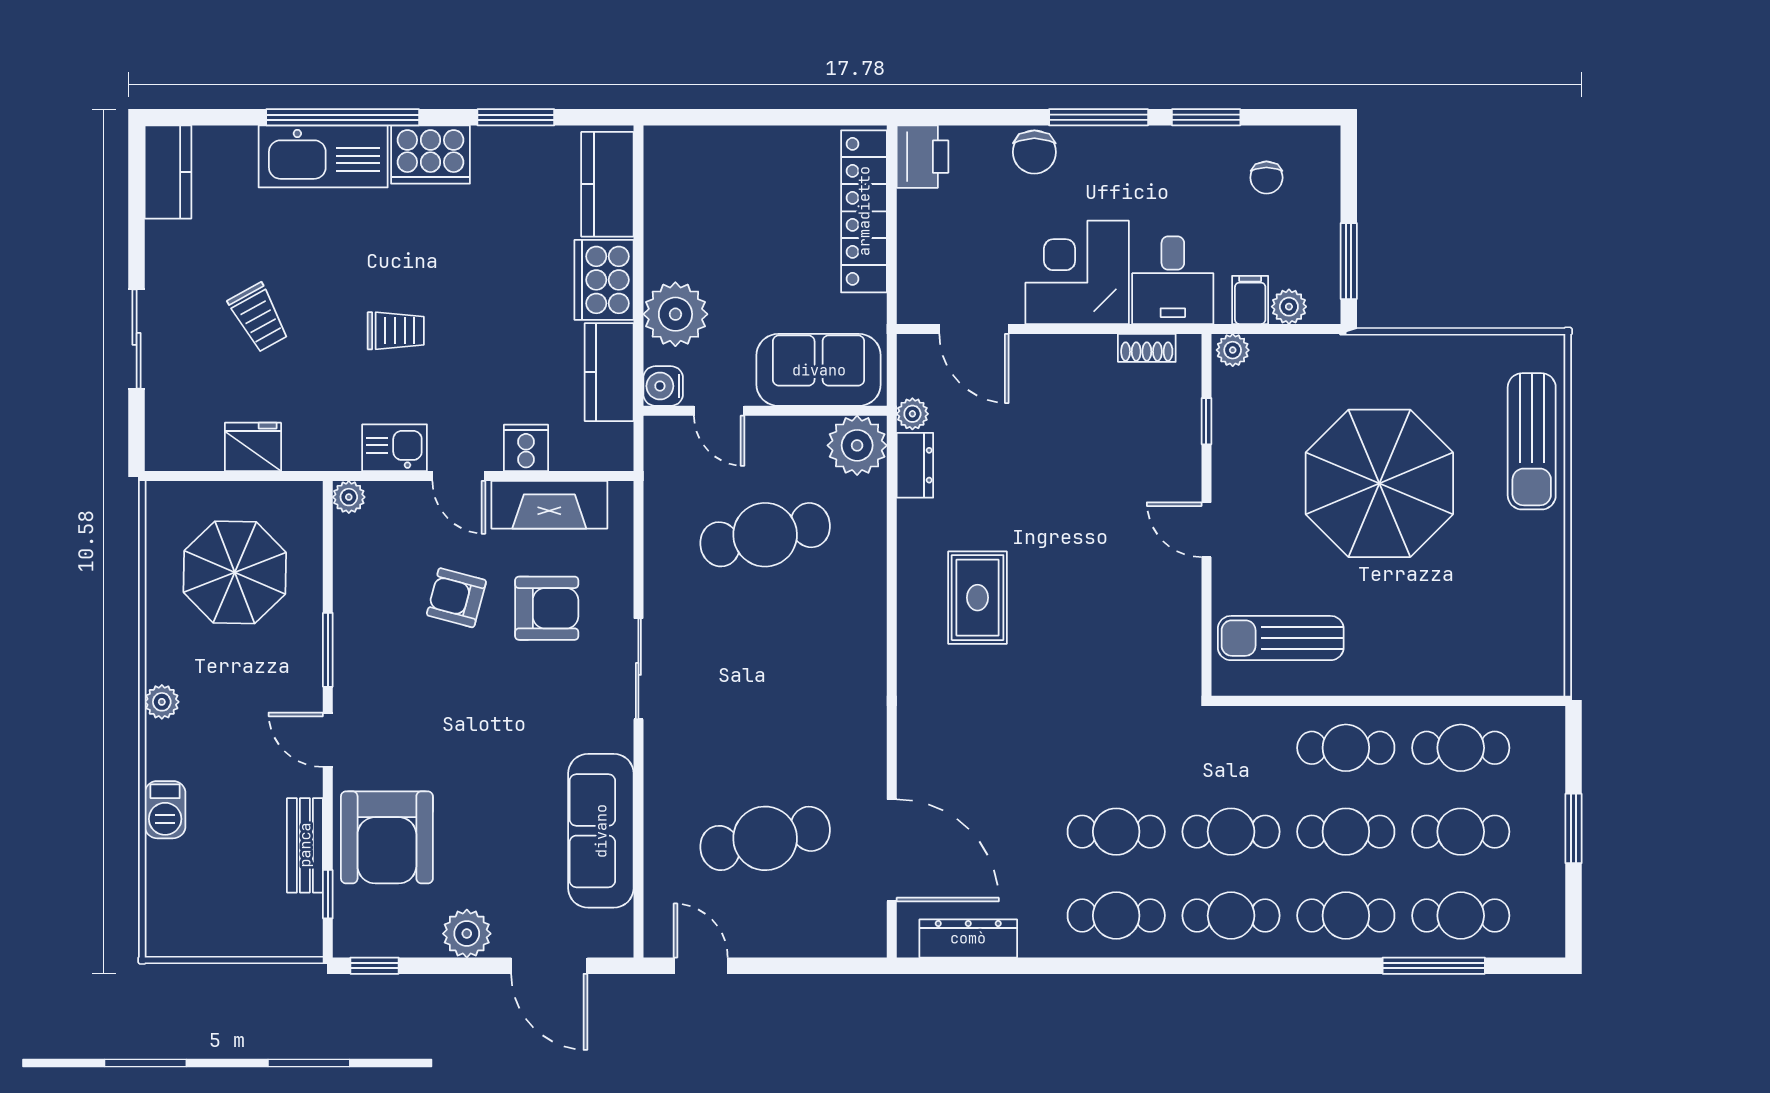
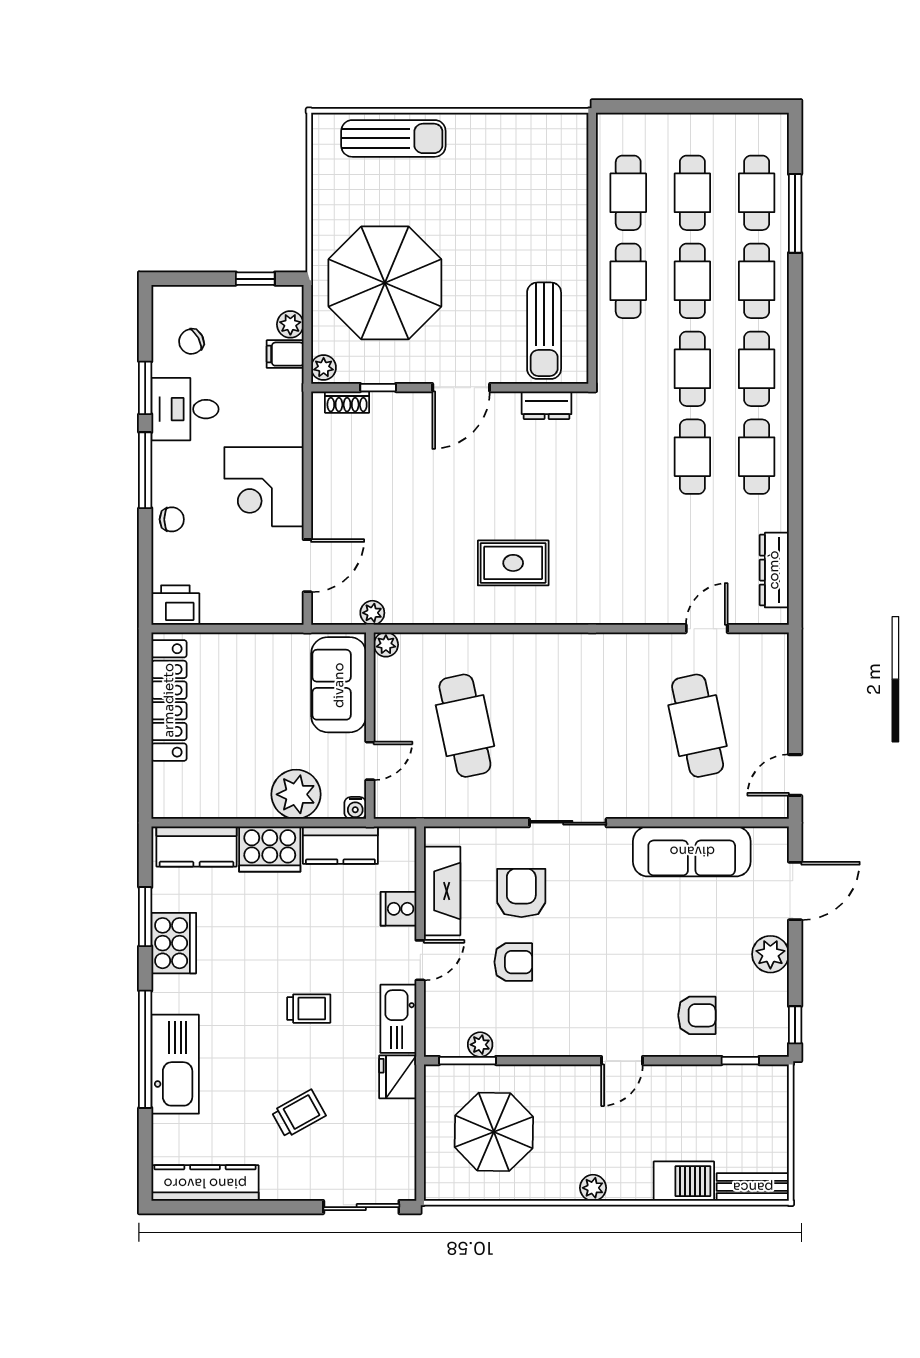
chair: (1034, 152) -> (172, 519), width x0.73, depth x0.73
cooker: (431, 155) -> (174, 943), moved
kitchen counter: (168, 172) -> (205, 1183), width x1.50
chair: (1266, 178) -> (191, 342), turned 152
locker: (864, 211) -> (169, 700), moved, turned -90
window: (1349, 261) -> (255, 279), width x0.67
desk: (1173, 280) -> (185, 409), moved, turned 180
trolley: (396, 331) -> (309, 1009), turned 90
sliding door: (137, 339) -> (361, 1207), moved
shoe rack: (1147, 348) -> (347, 402), moved, turned 90
water cooler: (663, 386) -> (355, 808), width x0.72, depth x0.72
plant: (857, 445) -> (386, 645), width x0.53, depth x0.53
fridge: (253, 447) -> (398, 1077), moved
kitchen sink: (395, 448) -> (398, 1019), width x1.38
dresser: (915, 465) -> (547, 405), moved, turned 180
parasol: (1379, 483) -> (385, 283), moved
plant: (349, 497) -> (480, 1045), moved
door: (1206, 530) -> (461, 388), width x1.38
armchair: (456, 598) -> (513, 962), turned -105
window: (328, 650) -> (467, 1061), moved
barbecue: (165, 810) -> (684, 1181), width x1.38, depth x1.27
window: (1573, 828) -> (690, 106), removed
armchair: (387, 837) -> (697, 1015), width x0.53, depth x0.53
bench: (305, 845) -> (753, 1187), moved
door: (892, 850) -> (707, 629), width x0.53

